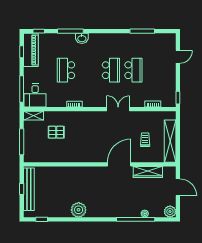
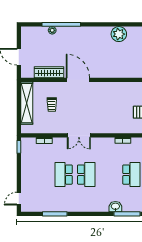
door: (178, 57) -> (19, 199), moved
school desk: (111, 70) -> (86, 175), turned 180
door: (119, 164) -> (78, 80), swing flipped
plant: (170, 212) -> (27, 32), removed

